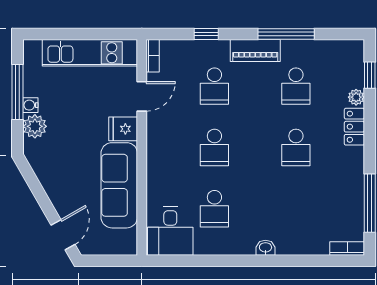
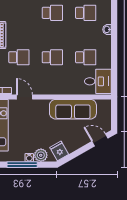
school desk: (296, 86) -> (86, 13), moved
fridge: (123, 129) -> (59, 151), moved, turned 150

